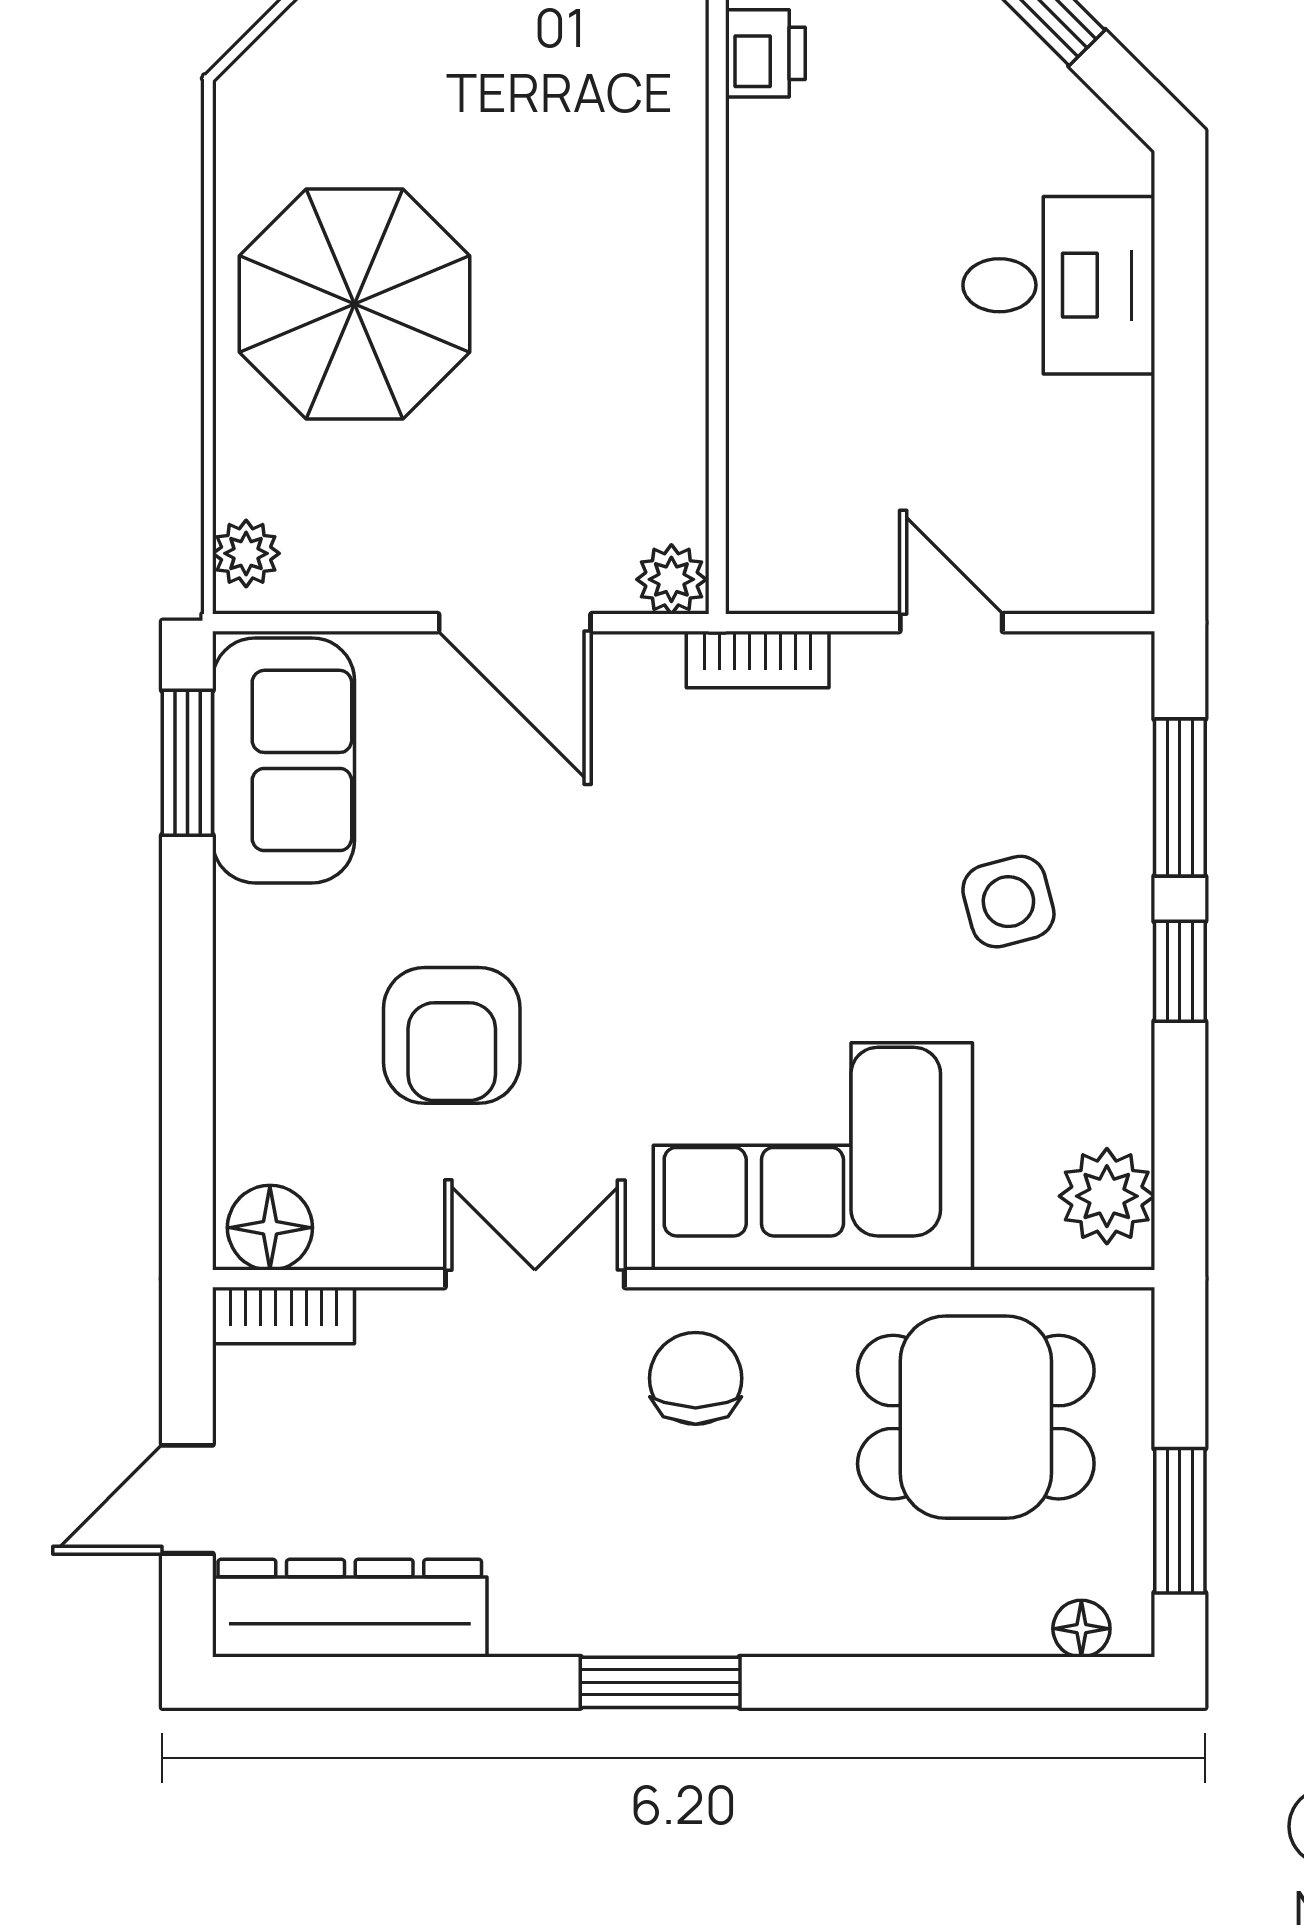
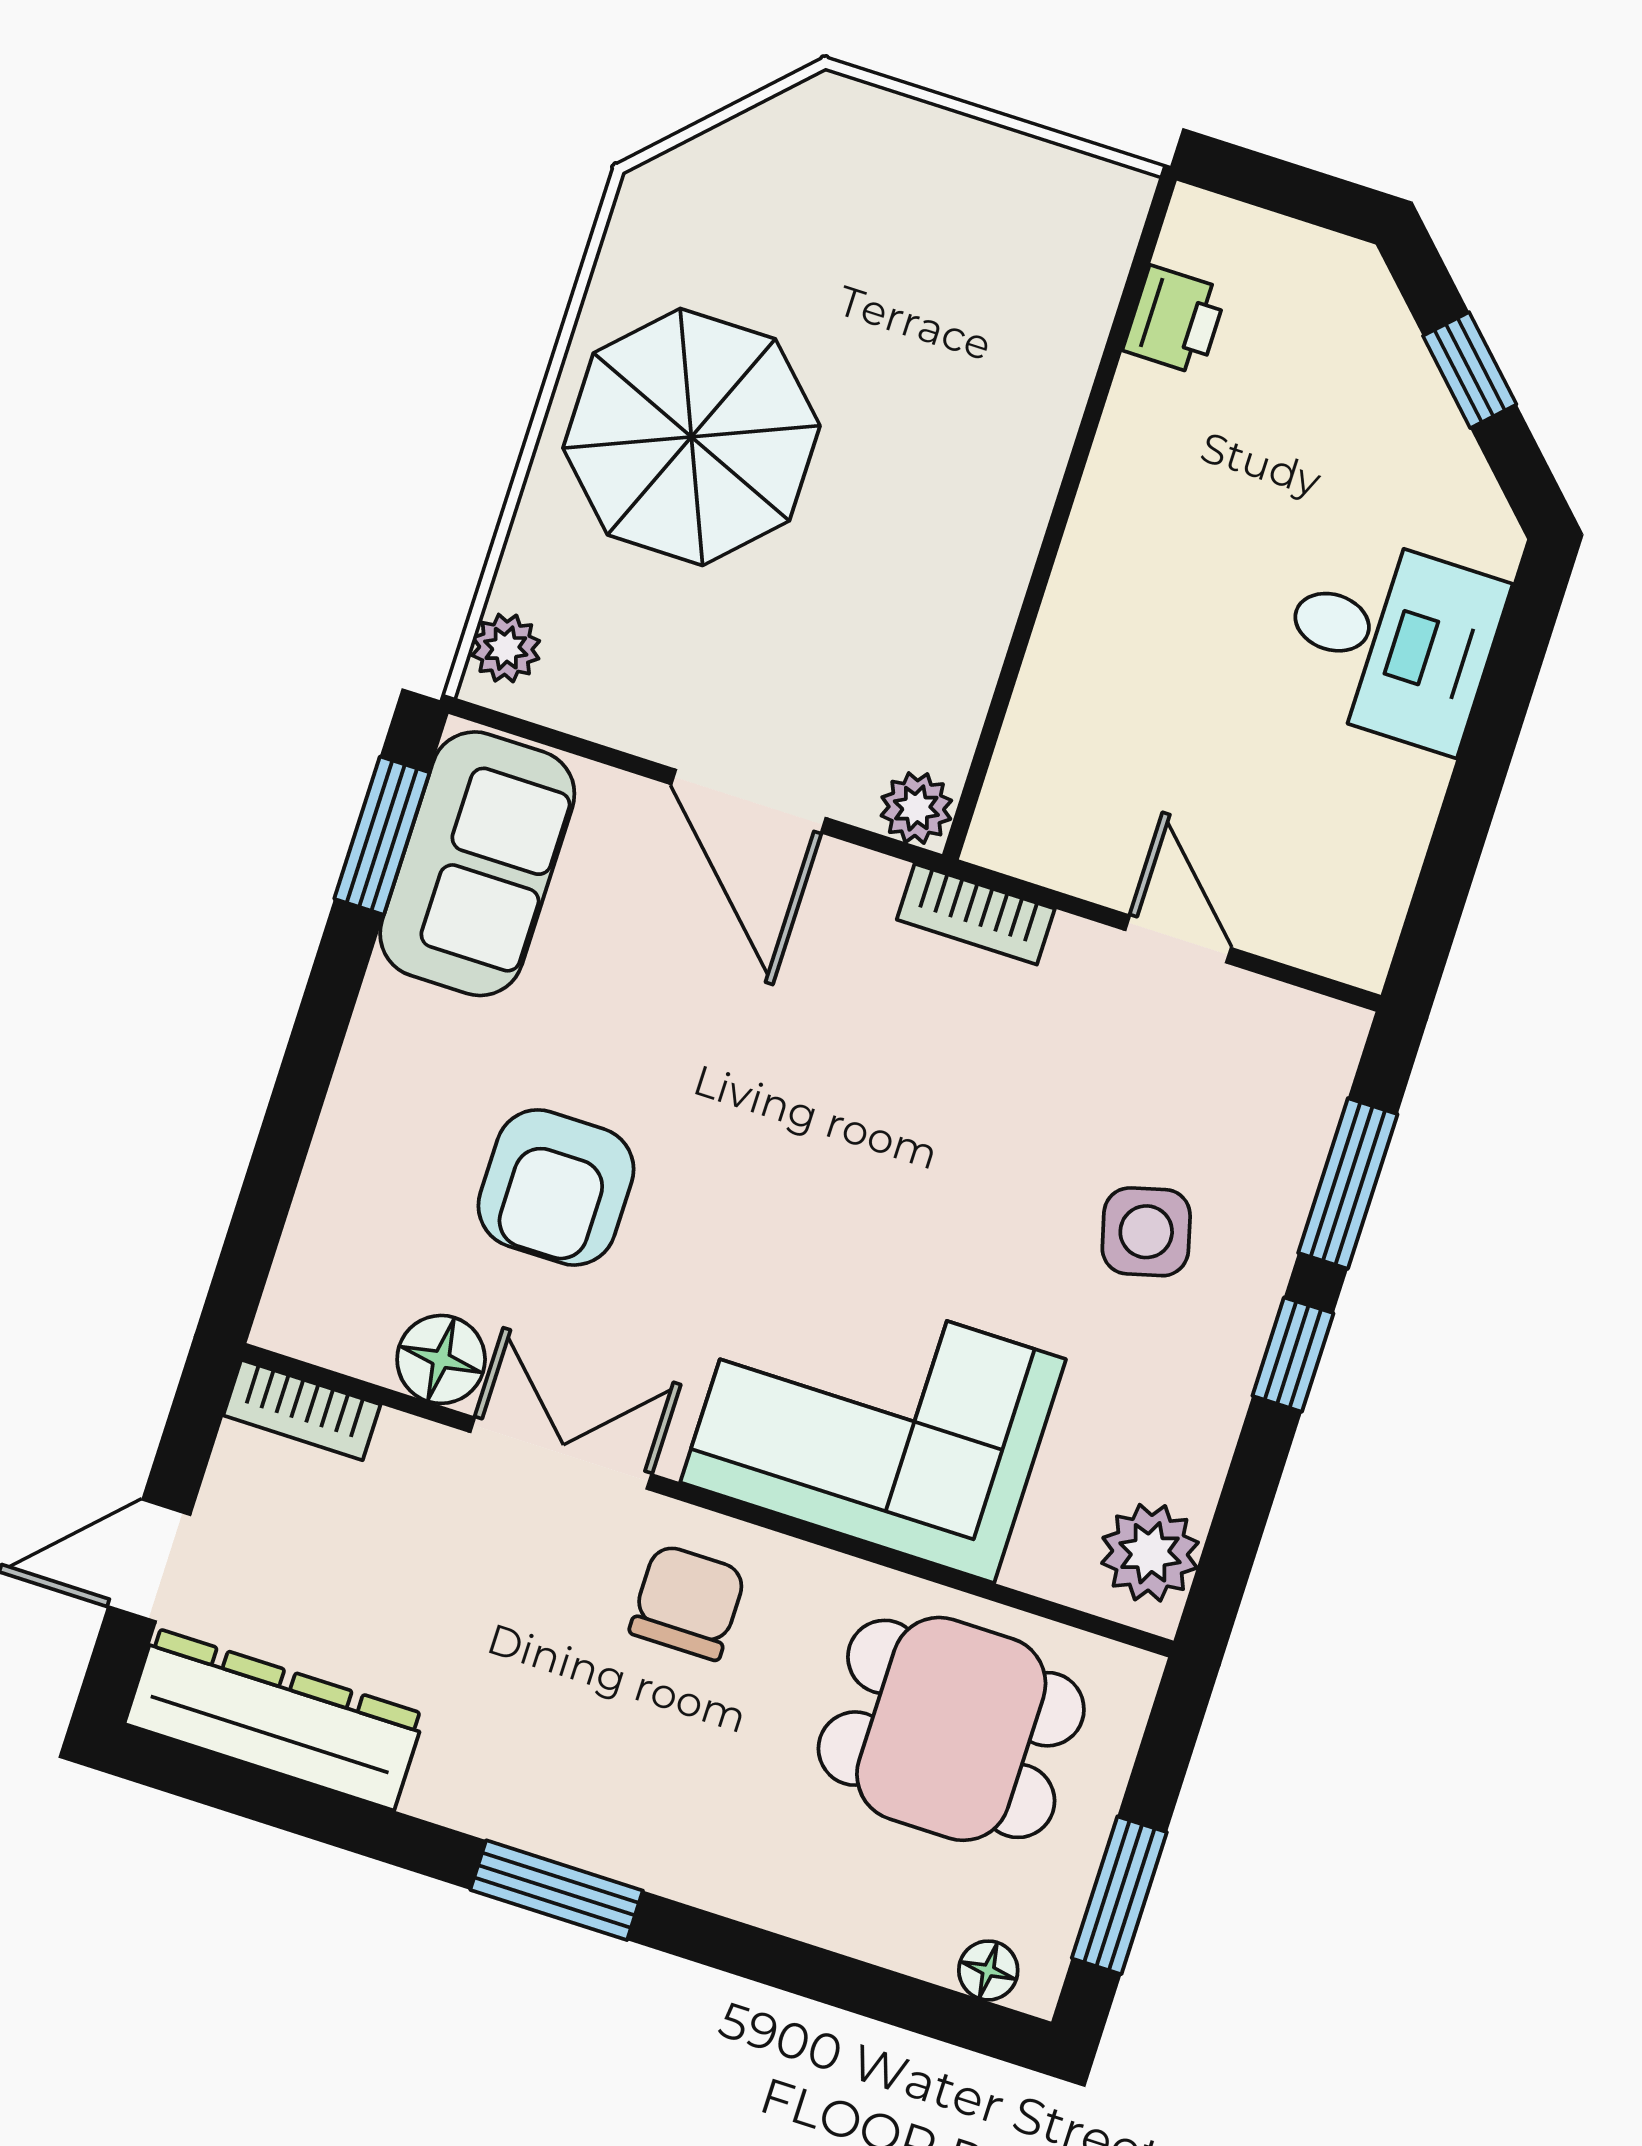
floor lamp: (270, 1228) -> (441, 1359), moved

